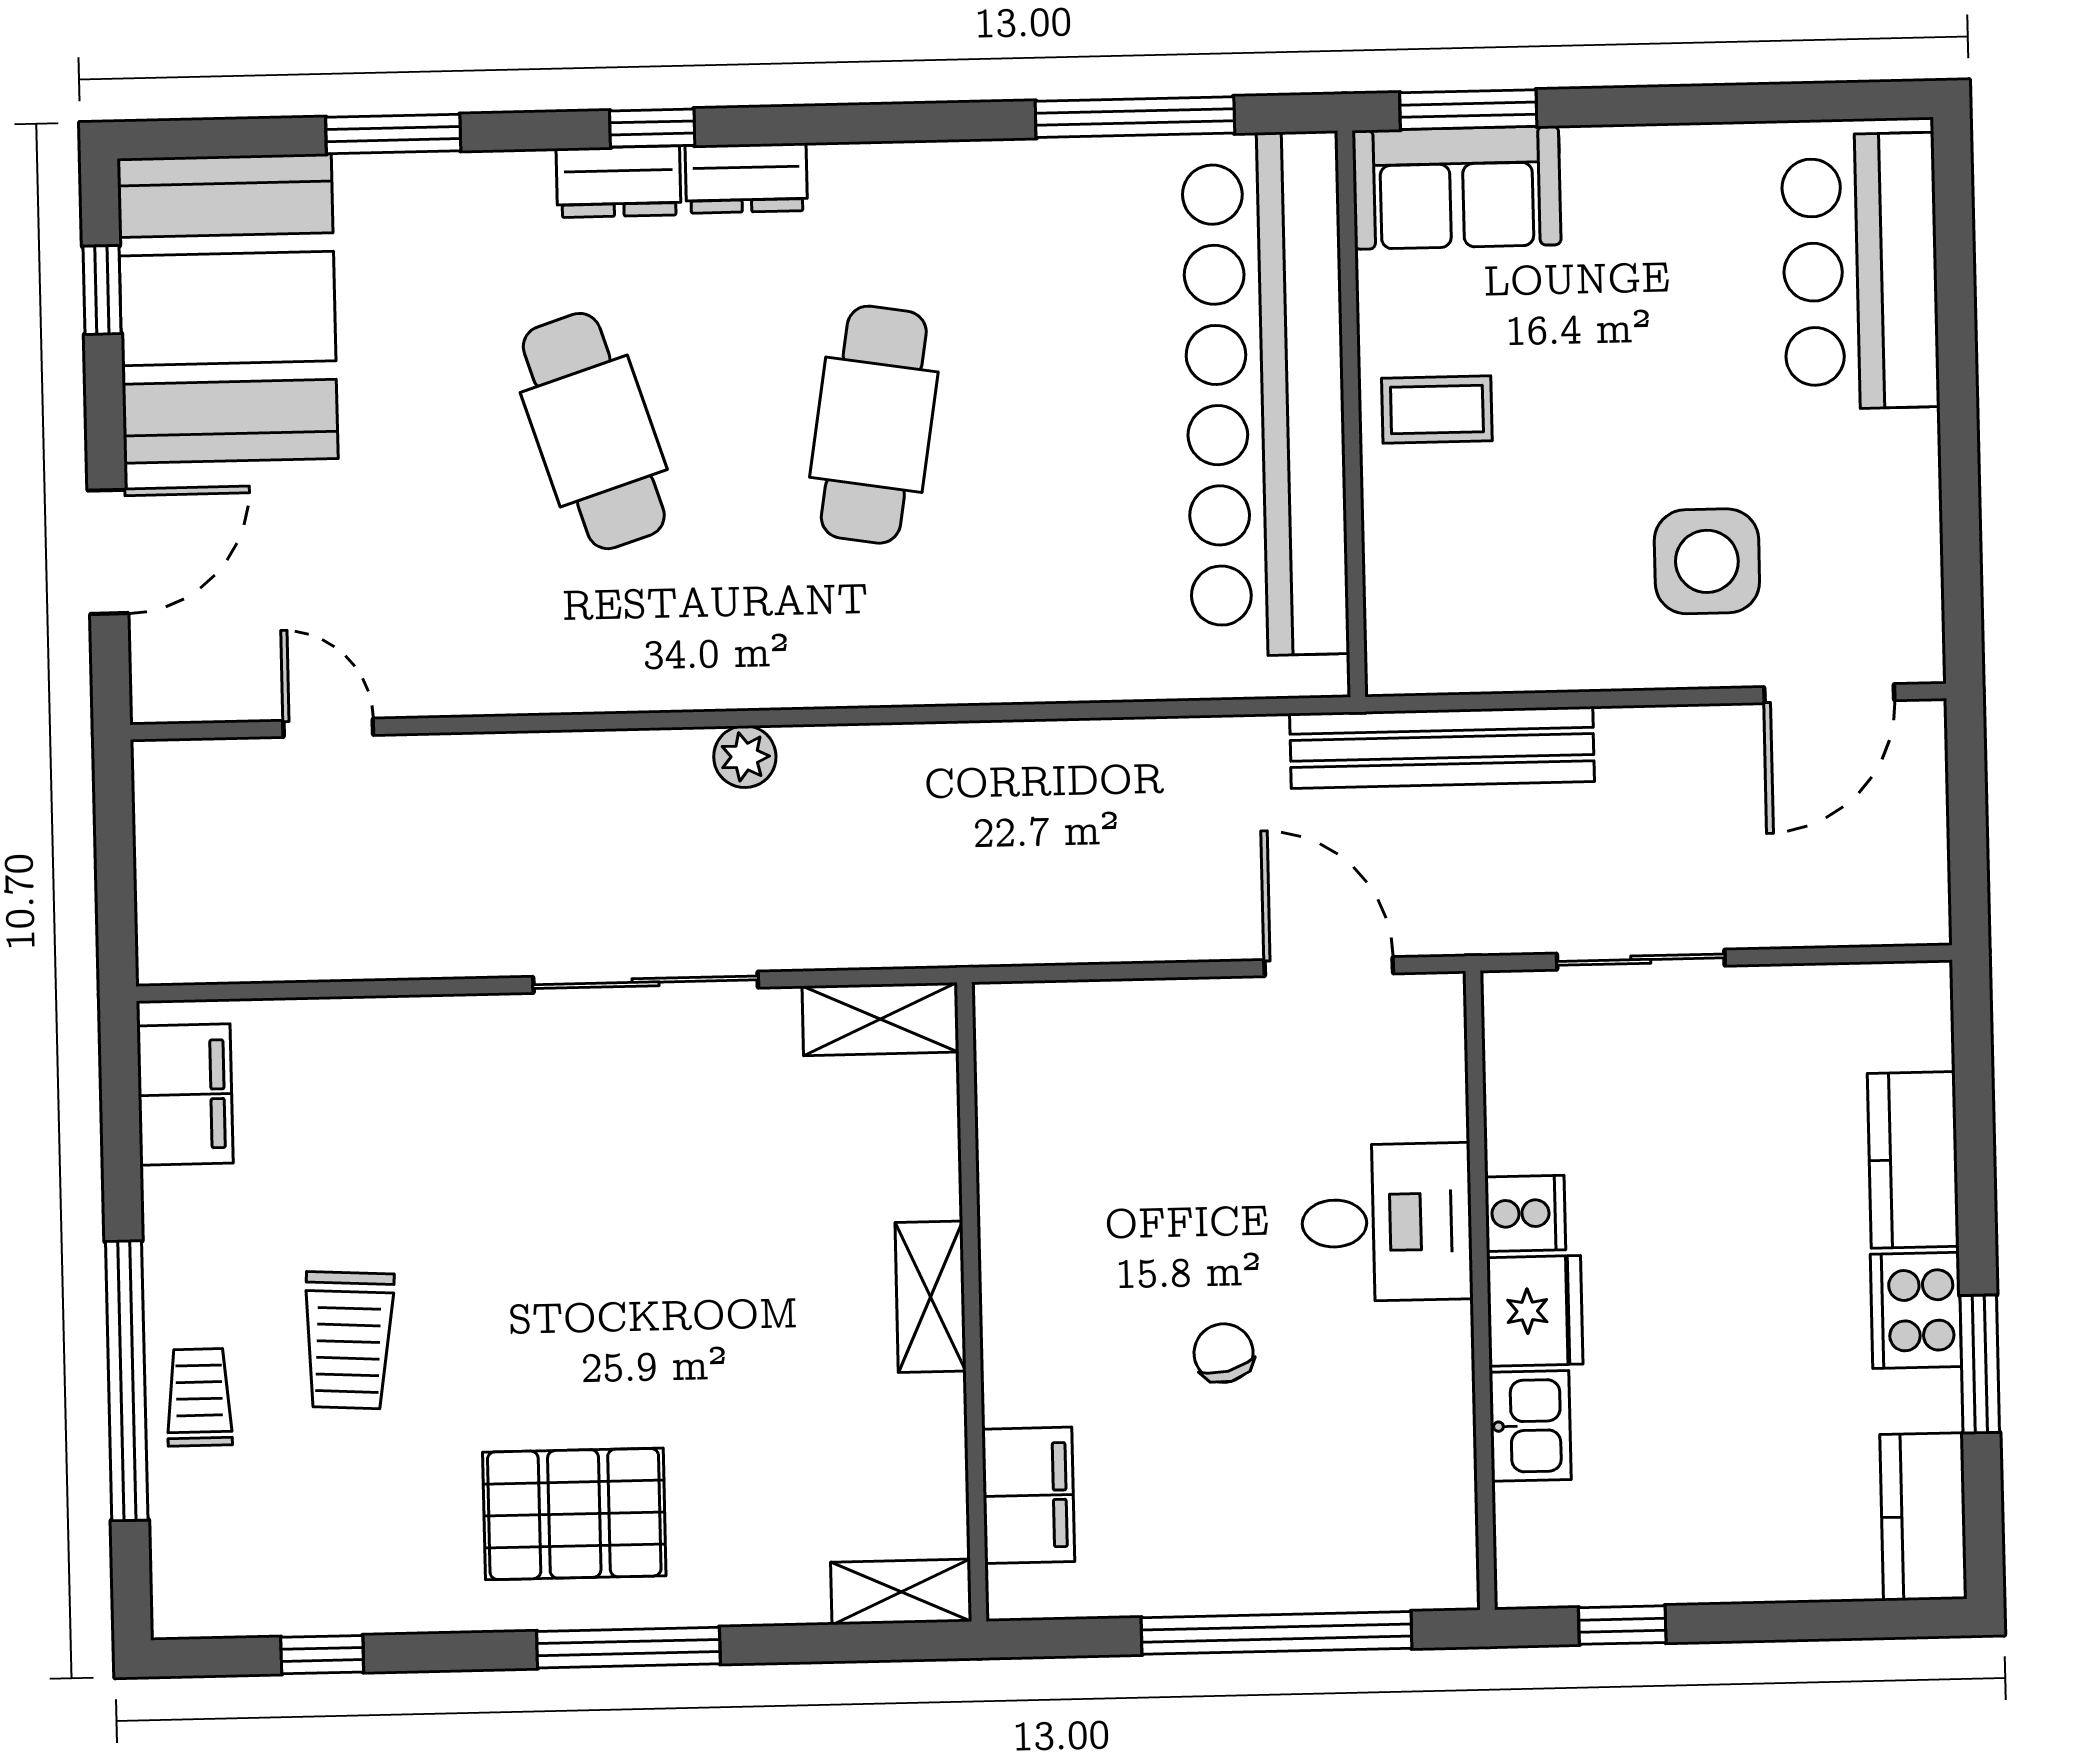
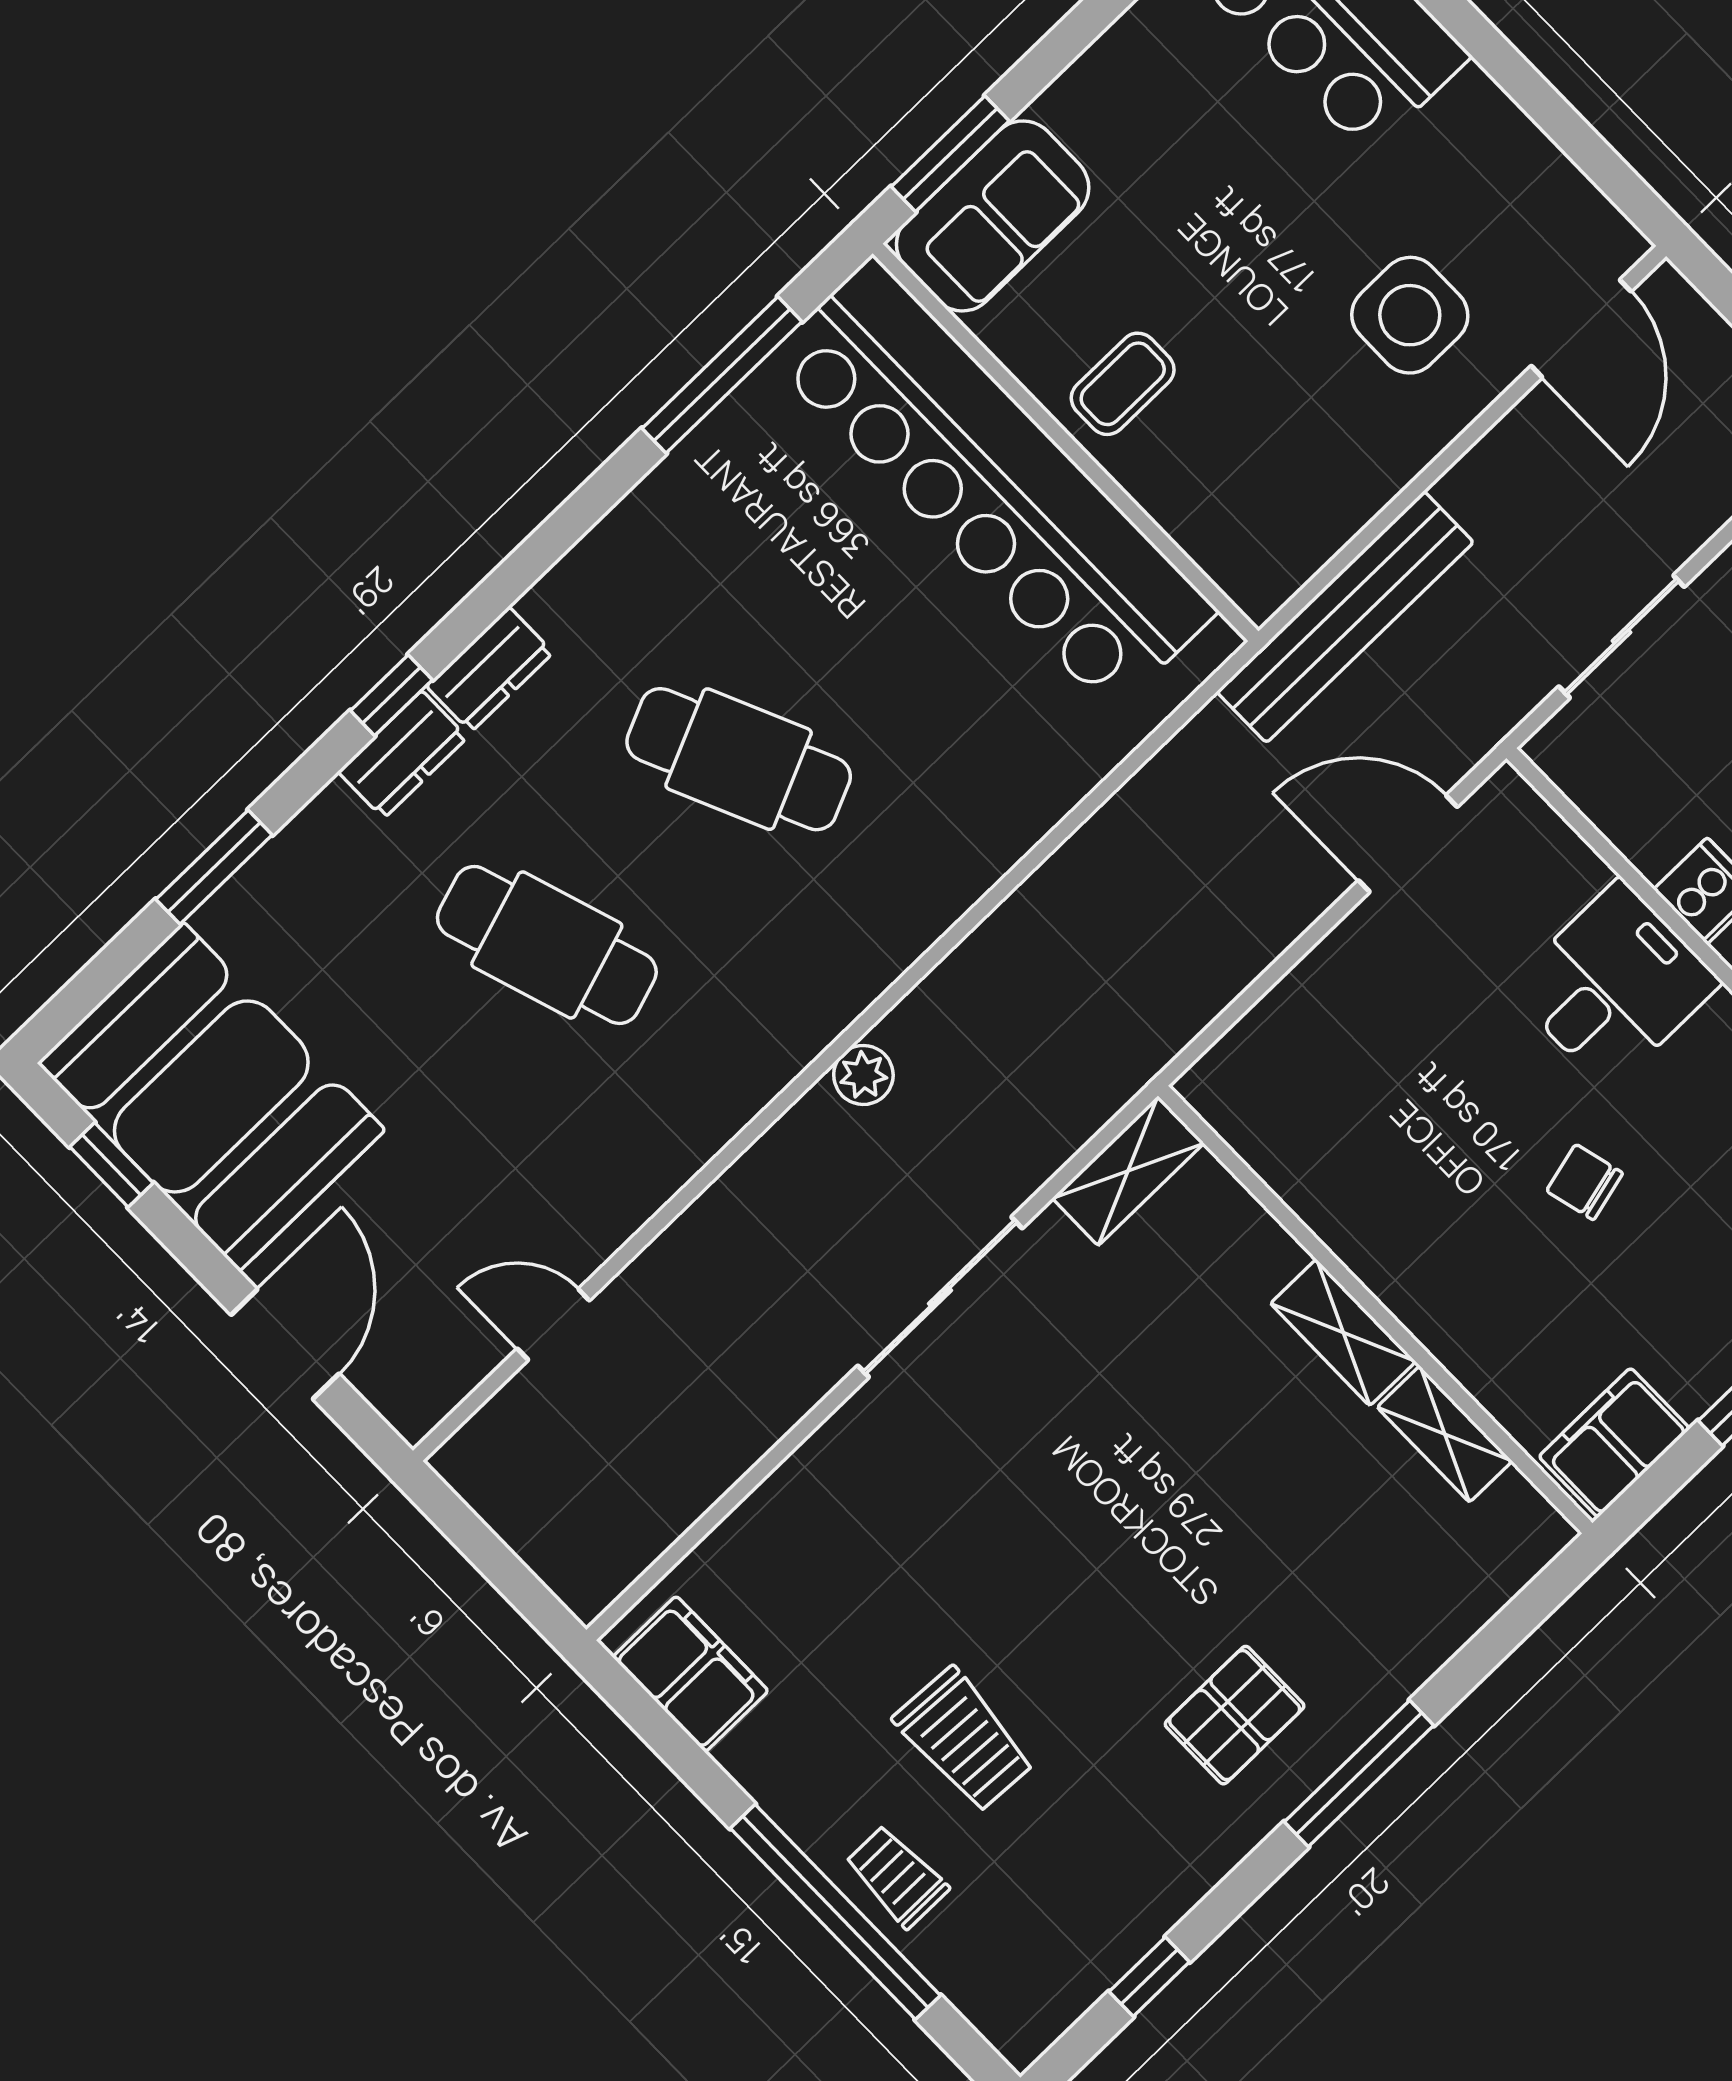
cafe table: (874, 425) -> (739, 759), turned -33
filing cabinet: (1028, 1495) -> (1614, 1443), moved, turned -90
pallet: (574, 1514) -> (1235, 1715), width x0.67, depth x0.71
shelving: (901, 1592) -> (1445, 1434), moved, turned 90

